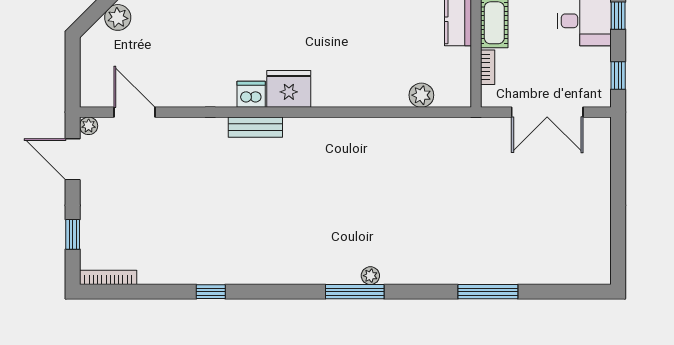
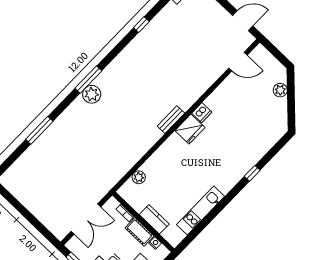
double door: (547, 112) -> (86, 219), swing flipped
plant: (89, 126) -> (250, 39), removed
bench: (255, 127) -> (171, 120), moved
plant: (370, 276) -> (92, 94), width x1.88, depth x1.88

